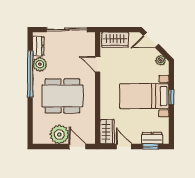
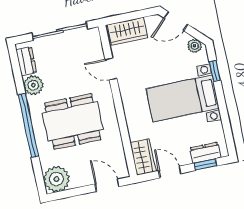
window: (30, 74) -> (28, 125), moved
window: (171, 97) -> (215, 71), moved
plant: (59, 134) -> (56, 179), moved

